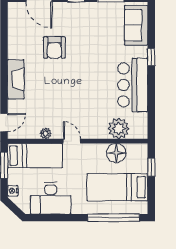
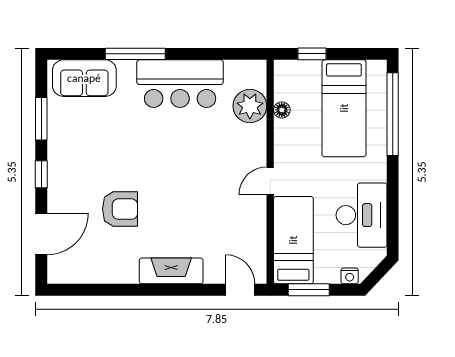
window: (151, 57) -> (135, 54), width x2.17
plant: (46, 133) -> (258, 223), removed
floor lamp: (116, 153) -> (282, 110), width x0.53, depth x0.53

